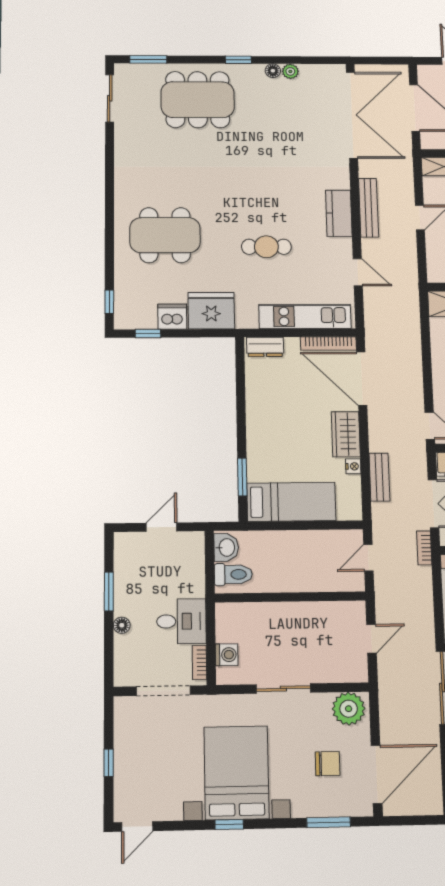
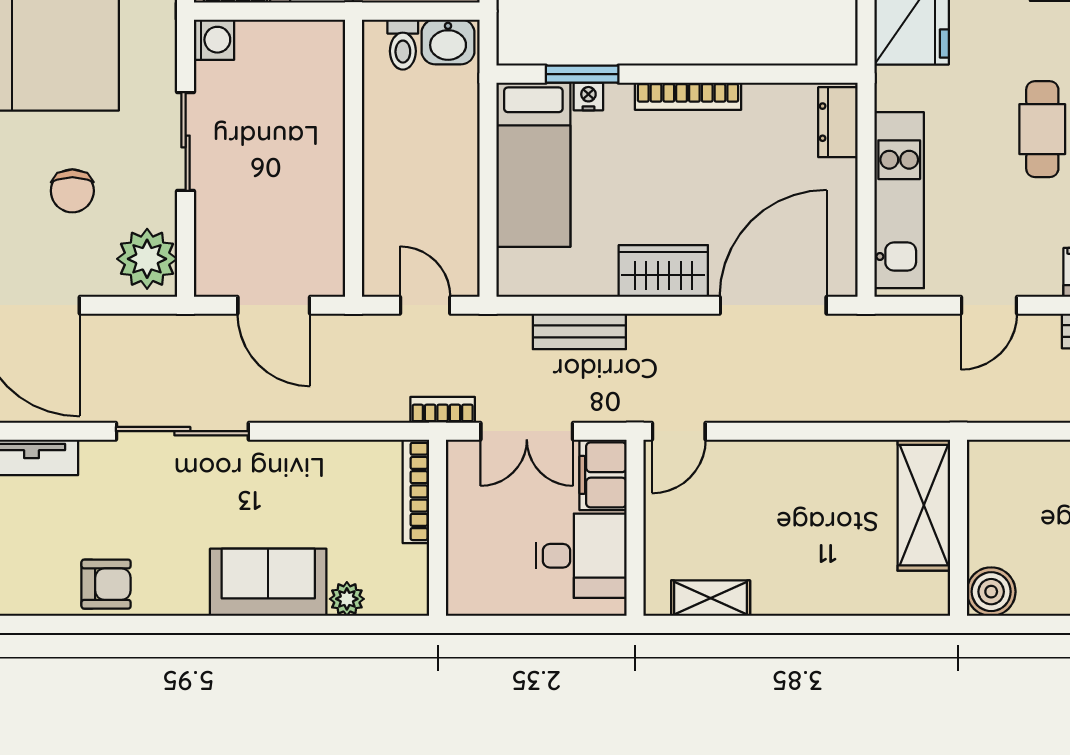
bookcase: (328, 344) -> (688, 96), moved, turned -90
nightstand: (353, 466) -> (588, 96), moved, turned 180
toilet: (233, 574) -> (403, 45), width x0.73, depth x0.72
door: (372, 639) -> (274, 305), width x1.37
washing machine: (227, 655) -> (214, 40), moved, turned -90
chair: (328, 764) -> (72, 191), moved

